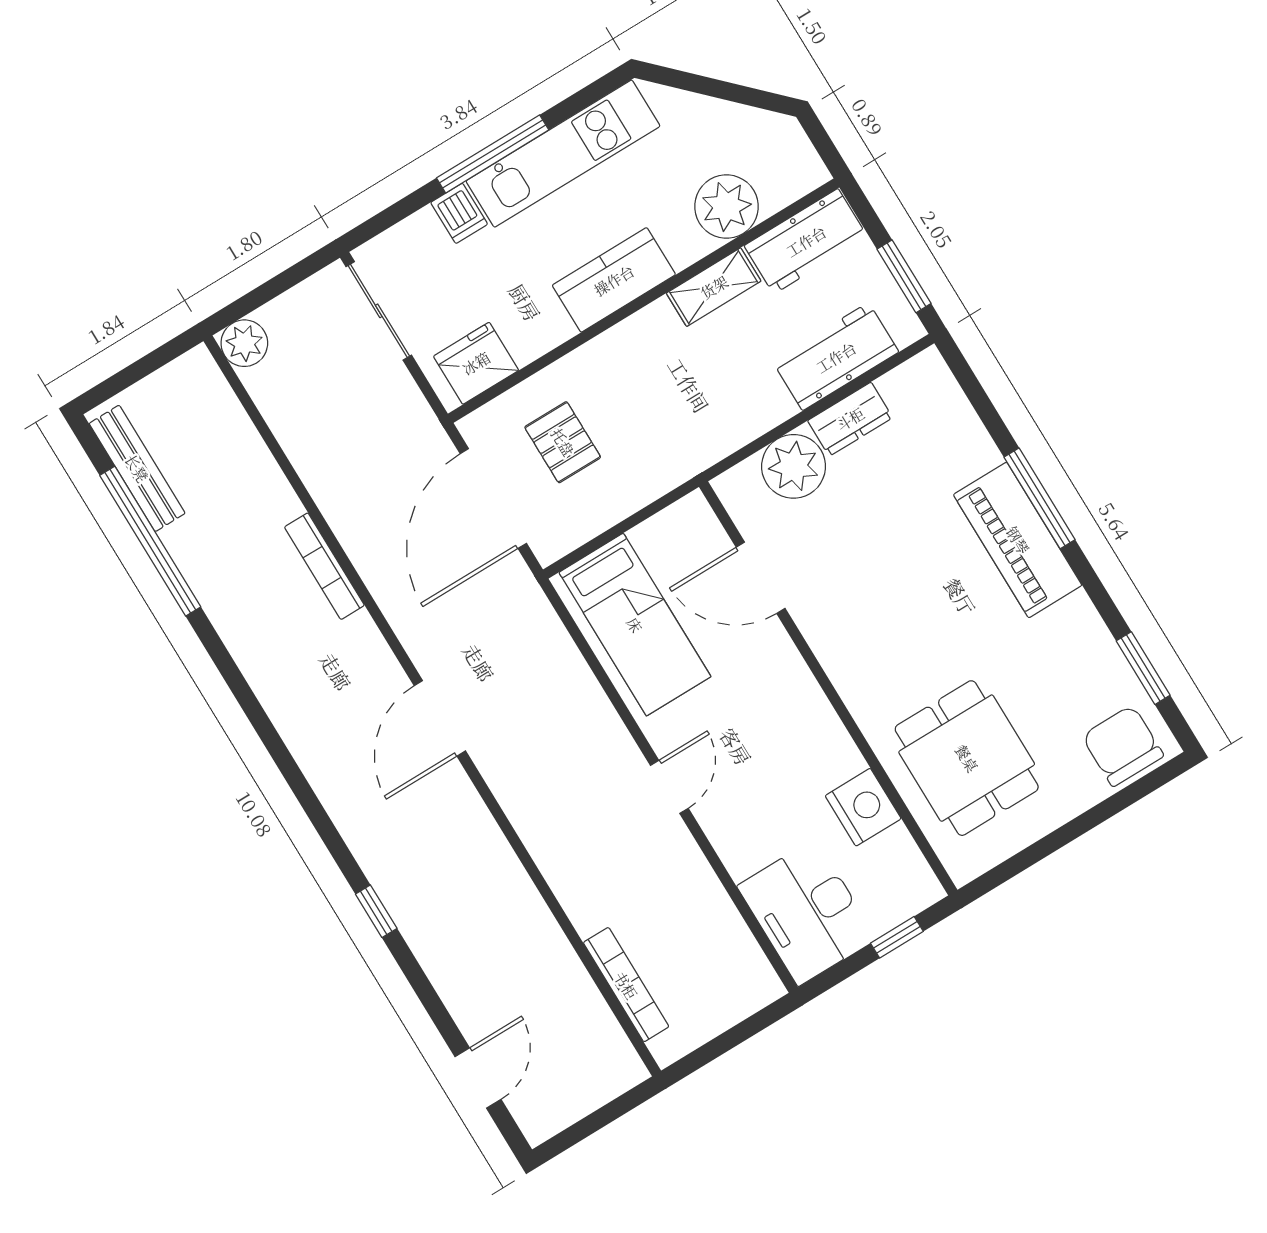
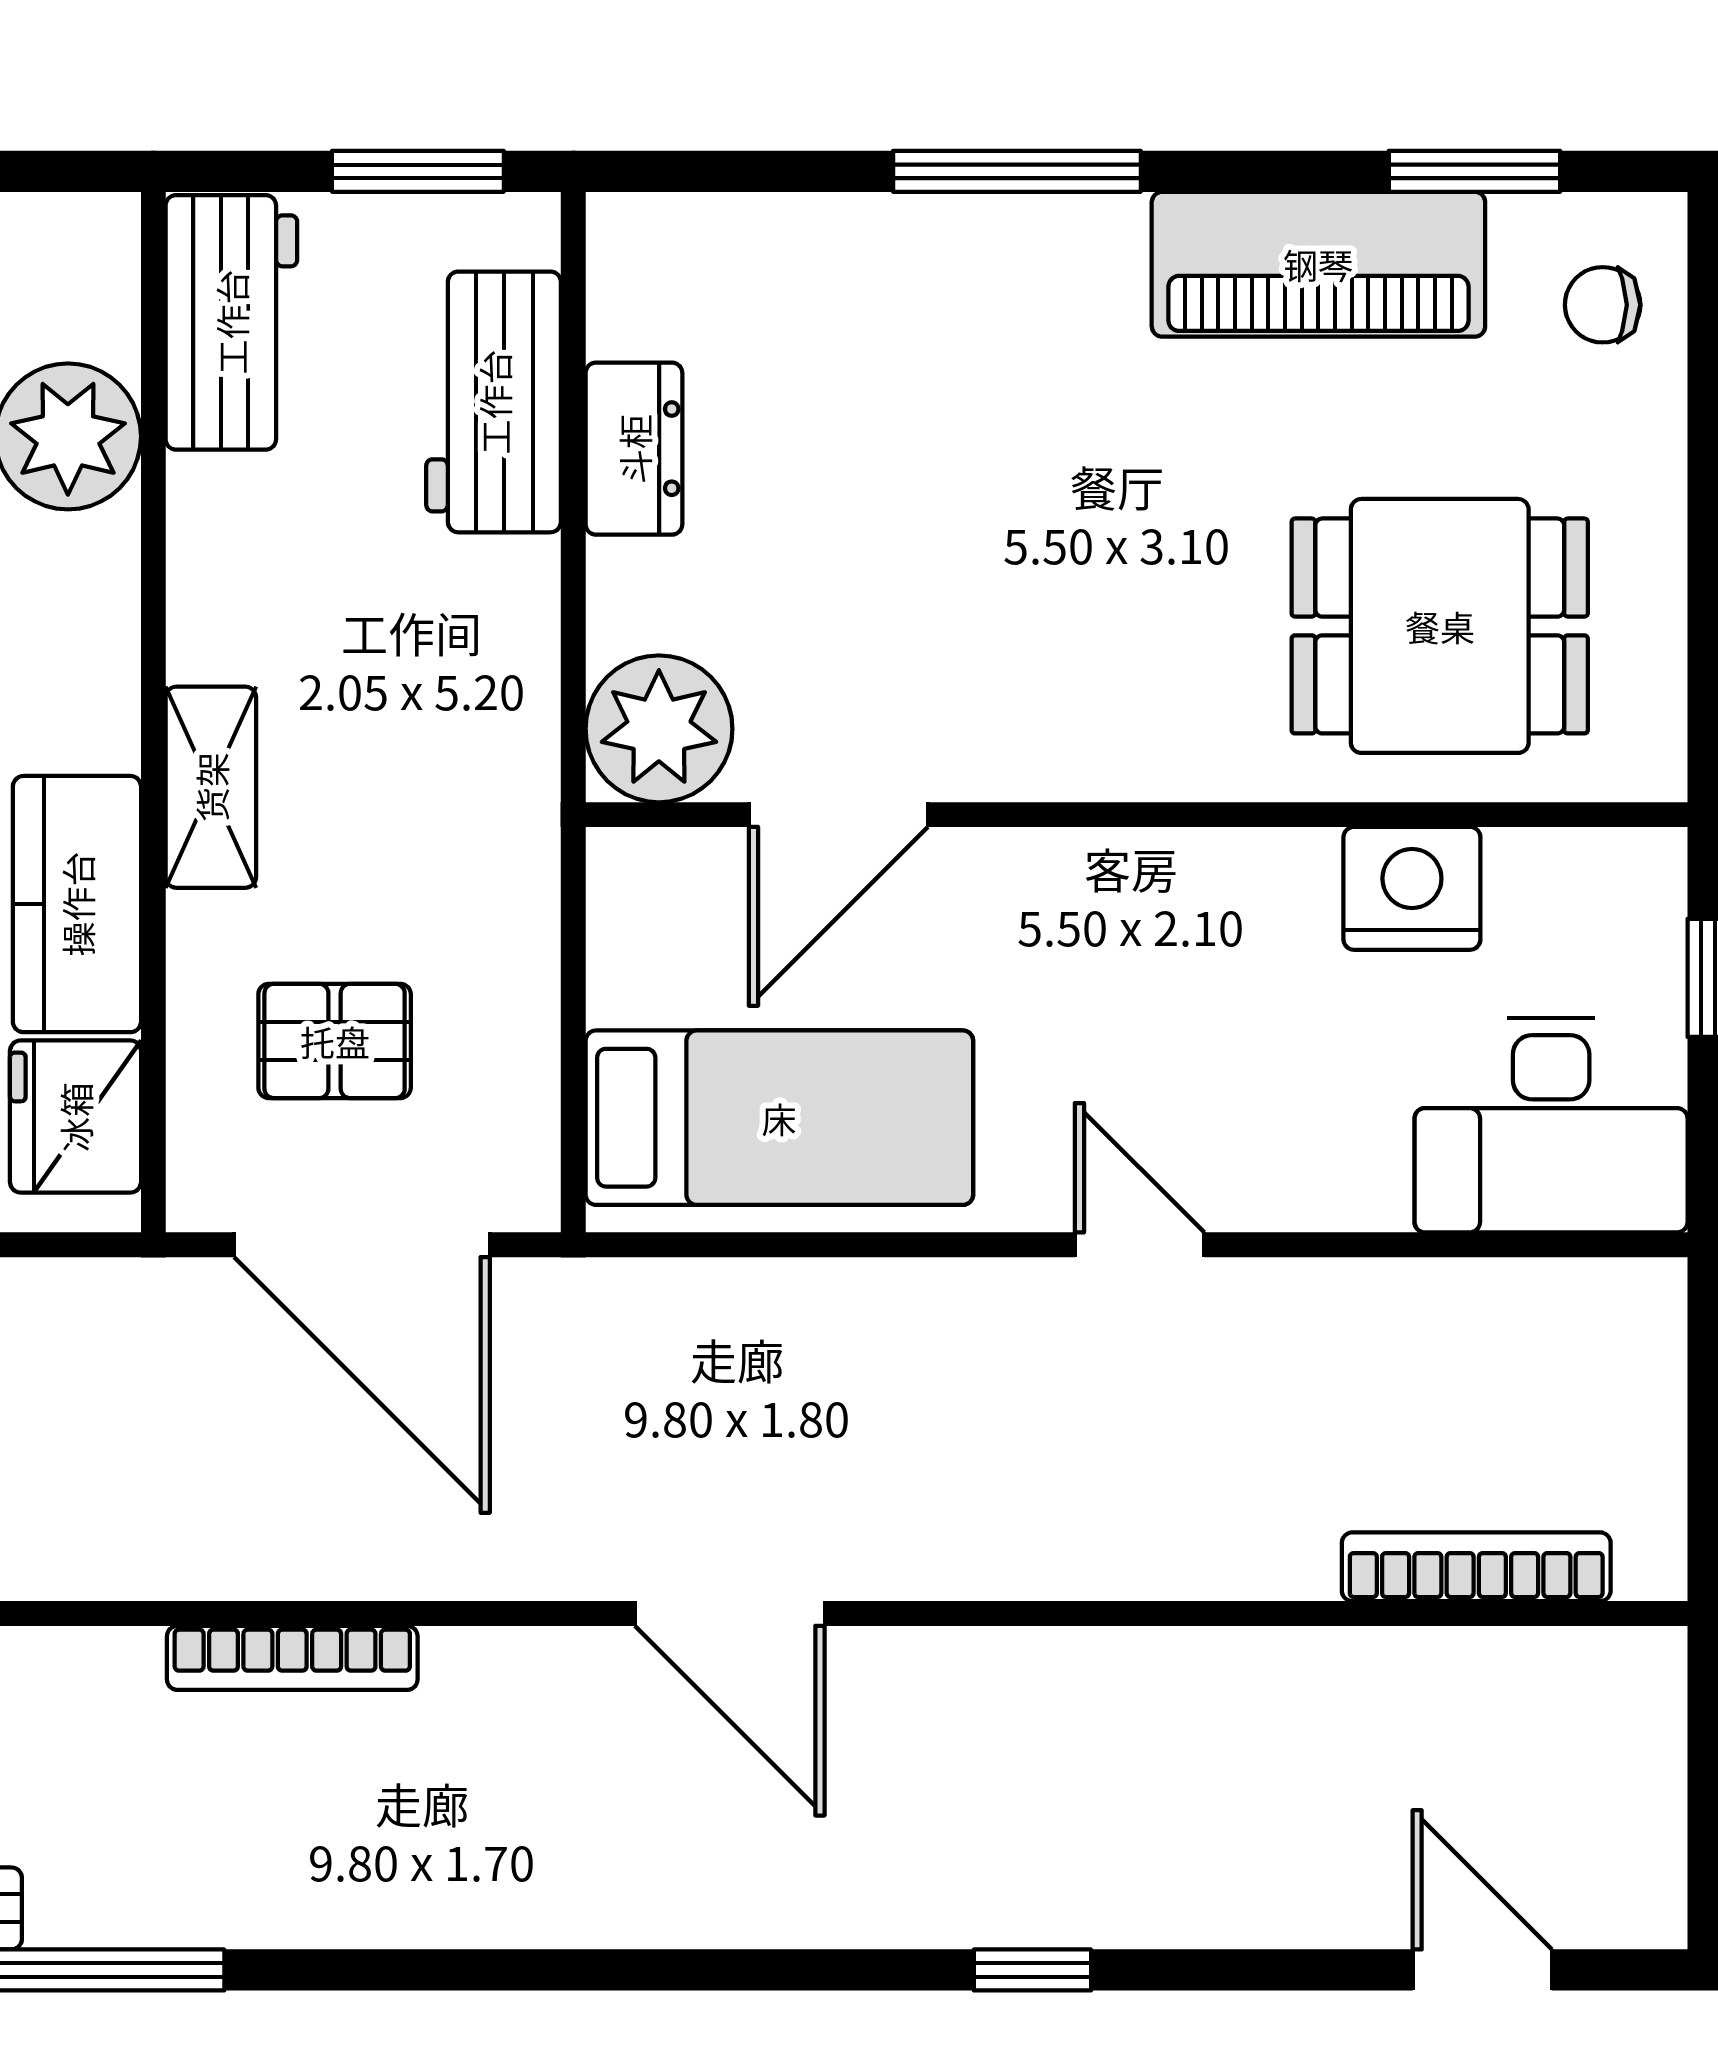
kitchen counter: (614, 280) -> (77, 904), moved
shelving: (714, 287) -> (211, 787), moved
plant: (794, 466) -> (659, 729), moved
piano: (1018, 540) -> (1318, 264), moved
chair: (1123, 746) -> (1603, 305), width x0.54, depth x0.54

